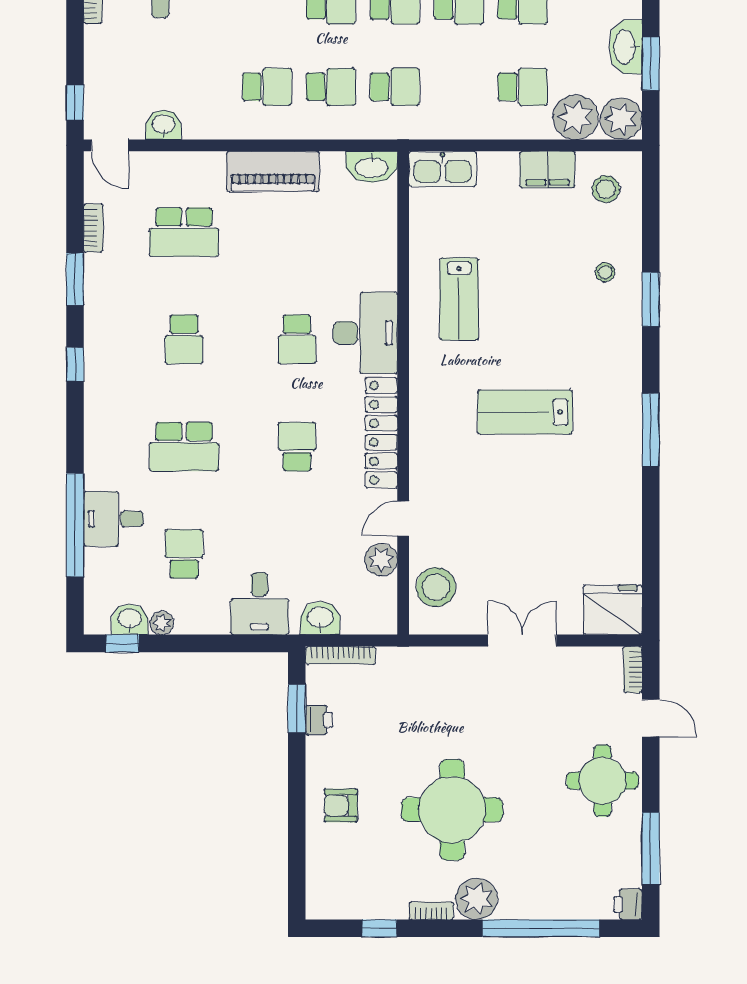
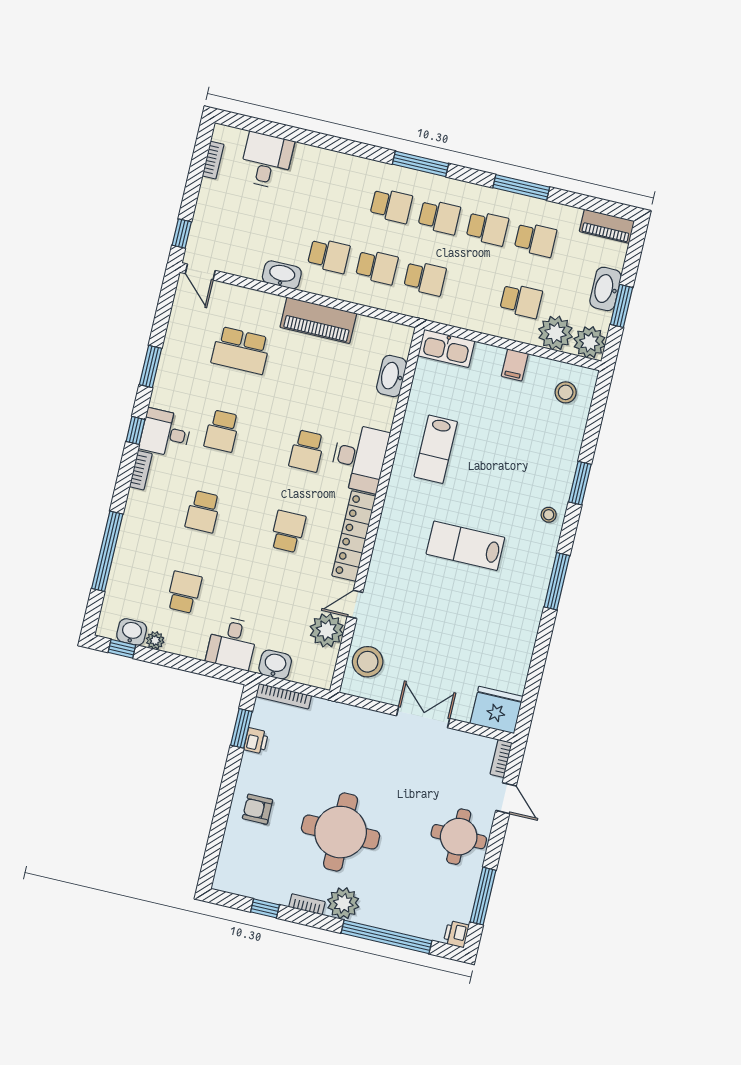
washbasin: (164, 125) -> (282, 275), moved, width x1.38
washbasin: (372, 167) -> (392, 376), moved, turned 90
filing cabinet: (547, 170) -> (515, 365), width x0.50
bookcase: (93, 228) -> (141, 470), moved
stool: (605, 272) -> (549, 515), moved
school desk: (184, 447) -> (203, 512), width x0.54
desk: (113, 519) -> (165, 433), moved
plant: (381, 560) -> (327, 630), width x1.36, depth x1.36

